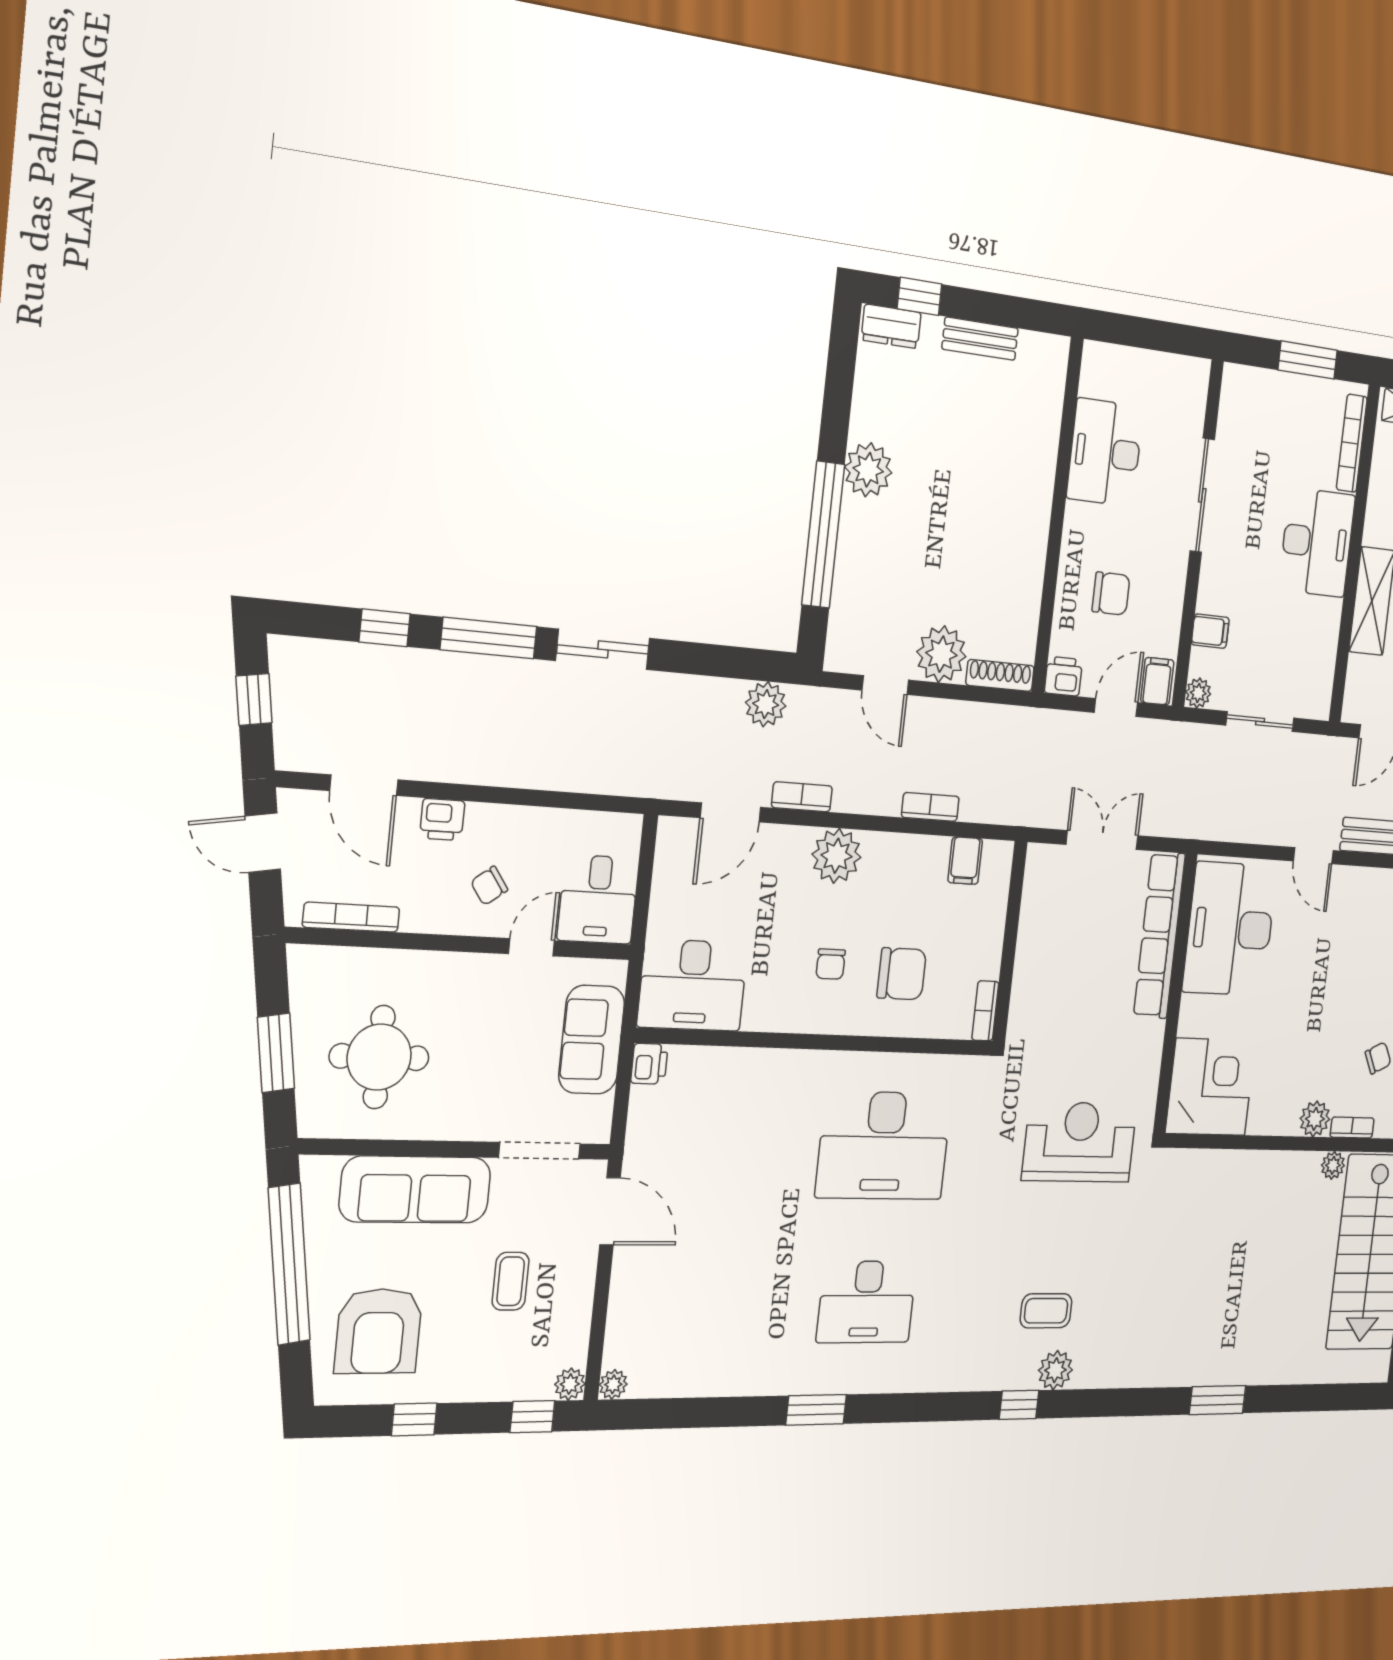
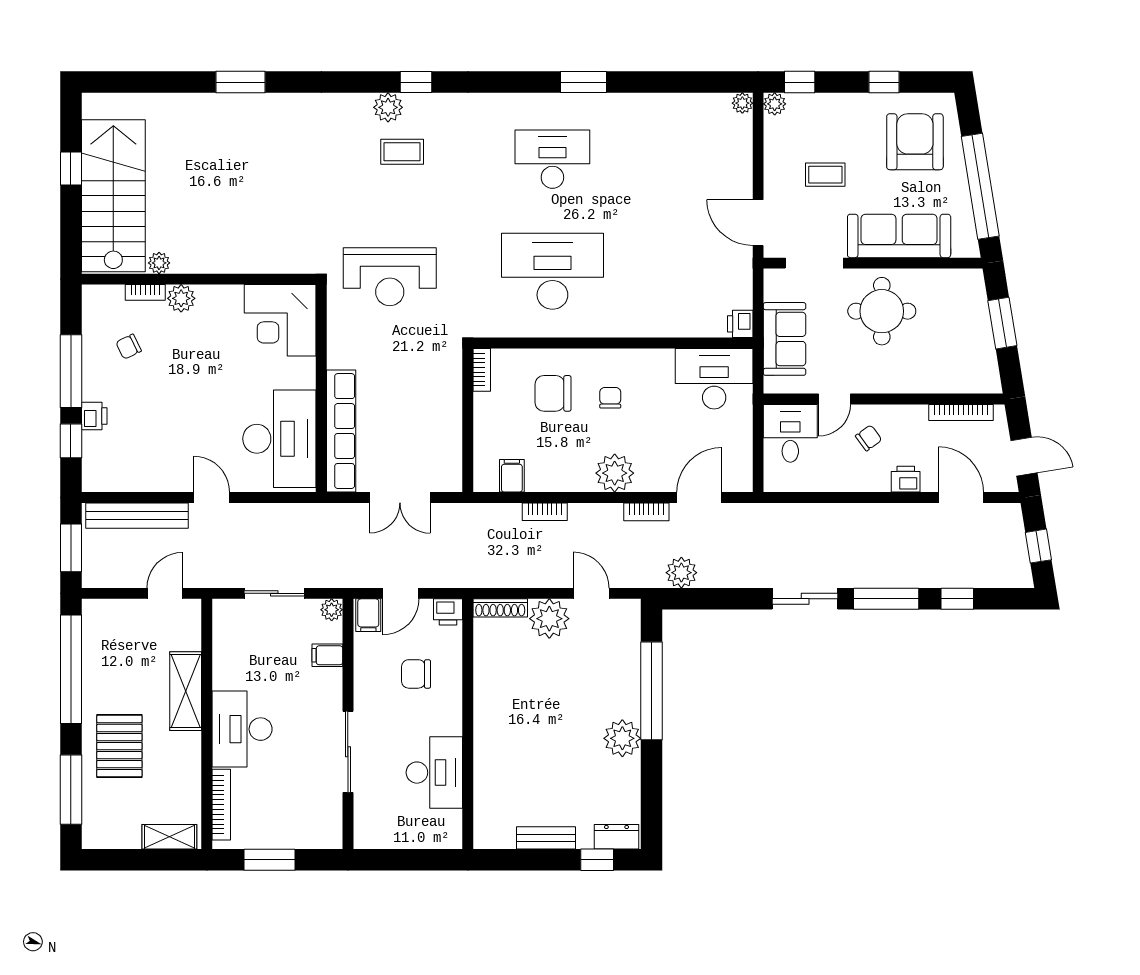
round table: (379, 1057) -> (882, 311), moved
coffee table: (511, 1281) -> (825, 175), turned 90

